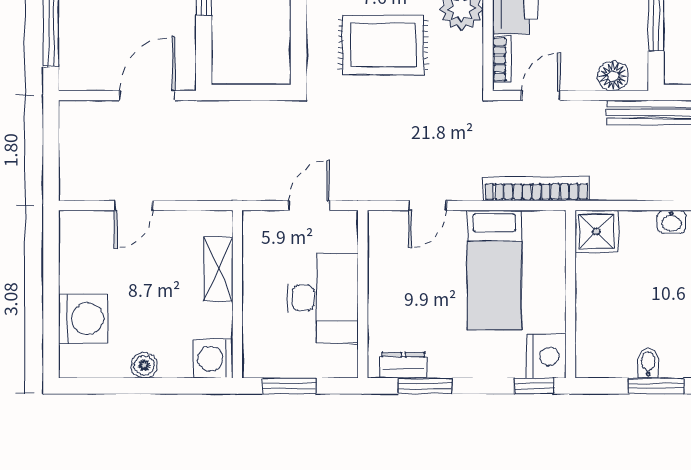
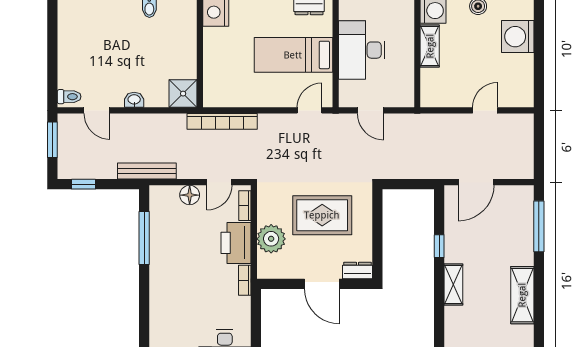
floor lamp: (613, 76) -> (190, 195), moved
door: (309, 206) -> (370, 110), hinge flipped
door: (427, 206) -> (309, 110), moved
shelving: (218, 269) -> (430, 46), moved
bed: (494, 270) -> (293, 55), moved, turned -90

